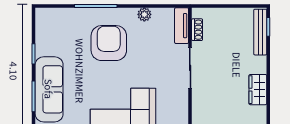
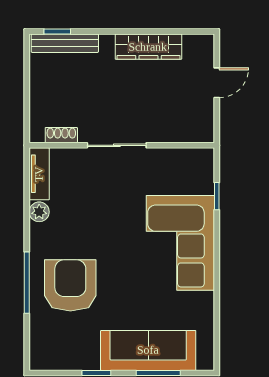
tv unit: (182, 26) -> (39, 174), moved, turned -90
armchair: (109, 43) -> (70, 285), moved, turned 90
wardrobe: (258, 90) -> (148, 47), width x1.50

